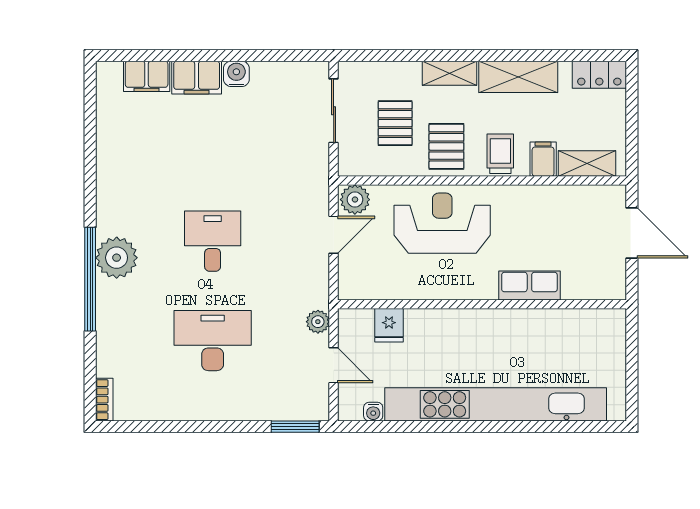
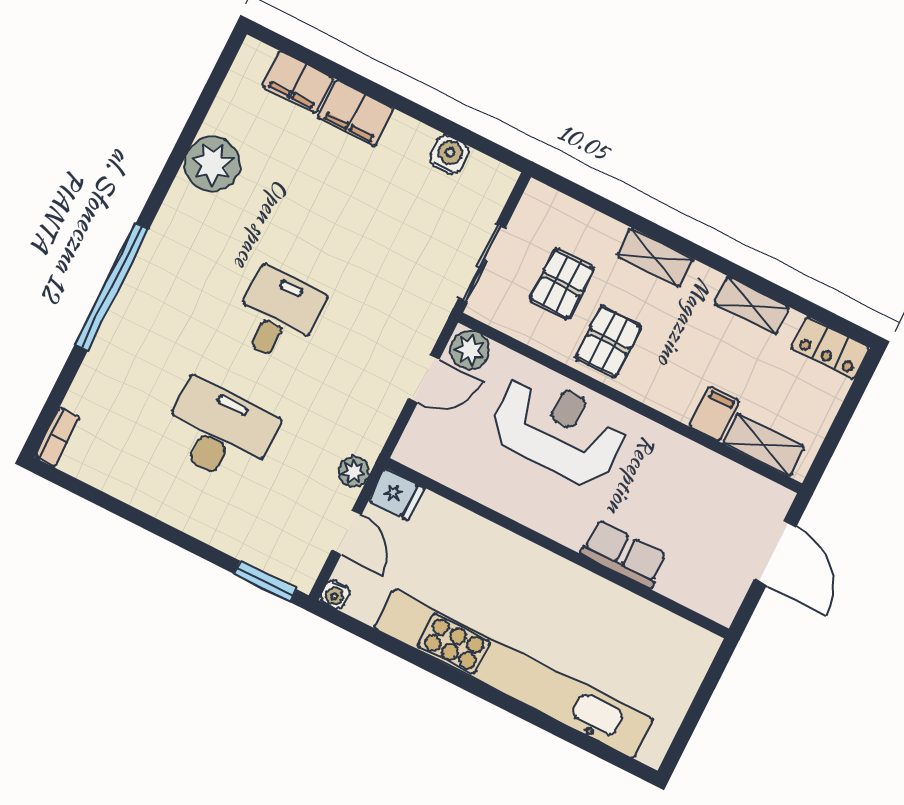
water cooler: (236, 74) -> (449, 155), moved
shelving: (518, 77) -> (752, 305), width x0.67, depth x0.75
sliding door: (334, 111) -> (482, 263), moved
trolley: (500, 154) -> (667, 382), removed
plant: (117, 258) -> (212, 164), moved
fridge: (389, 325) -> (396, 494), moved, turned -90
water cooler: (373, 412) -> (335, 595), moved

